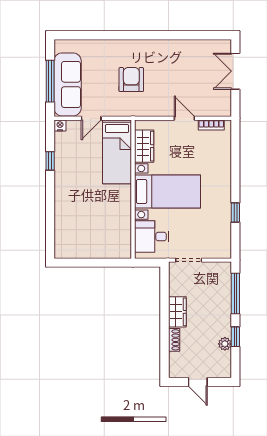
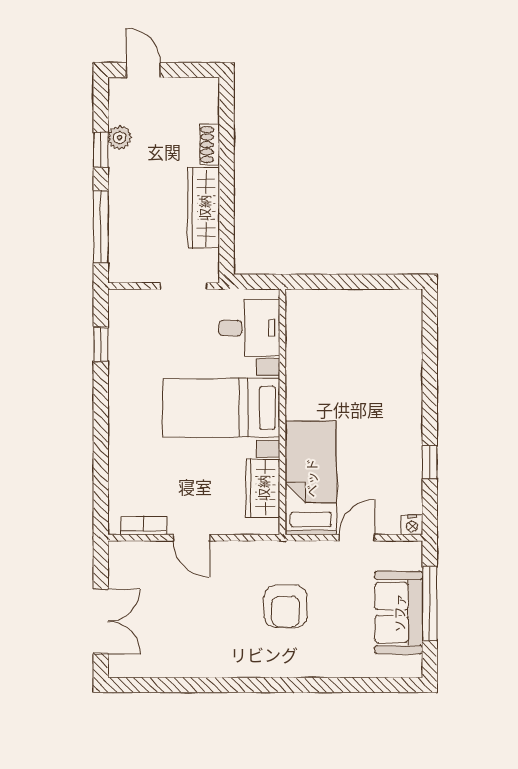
sofa: (68, 84) -> (399, 613), width x0.73
window: (235, 213) -> (101, 344), moved
wardrobe: (177, 312) -> (204, 208), width x1.50
door: (198, 382) -> (143, 70), moved

